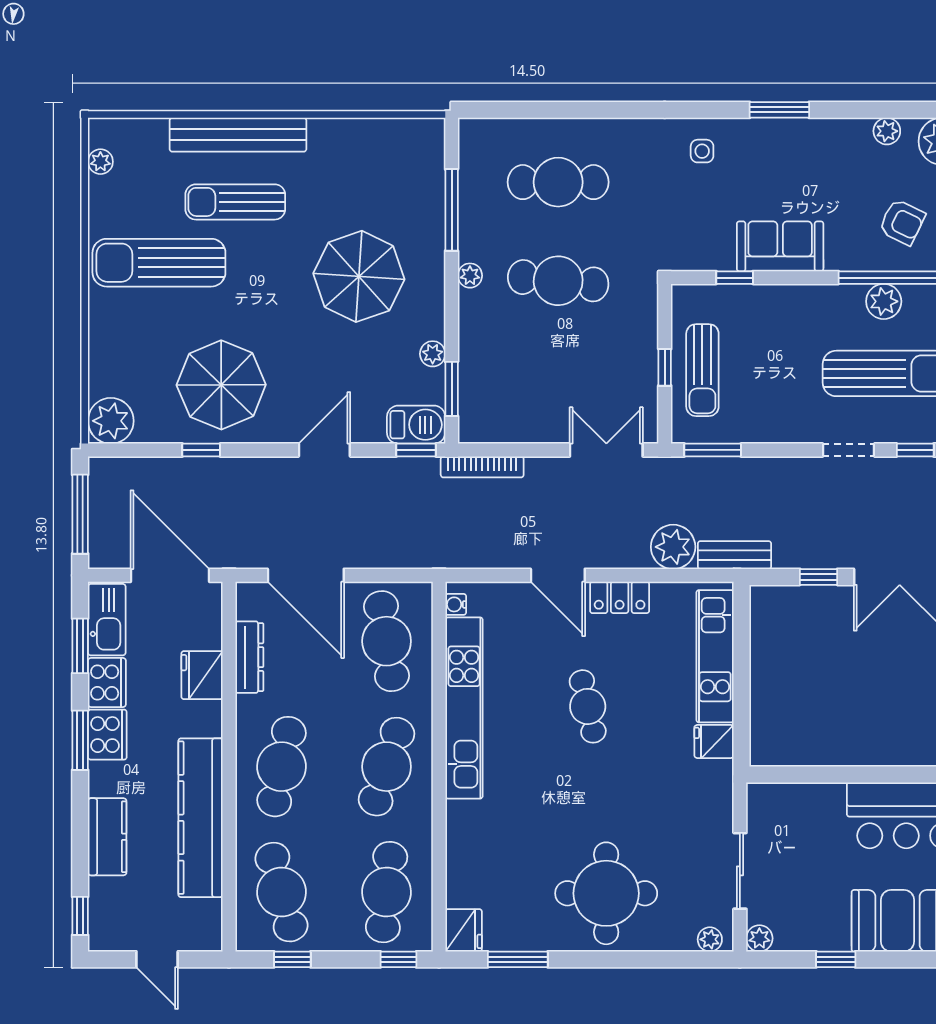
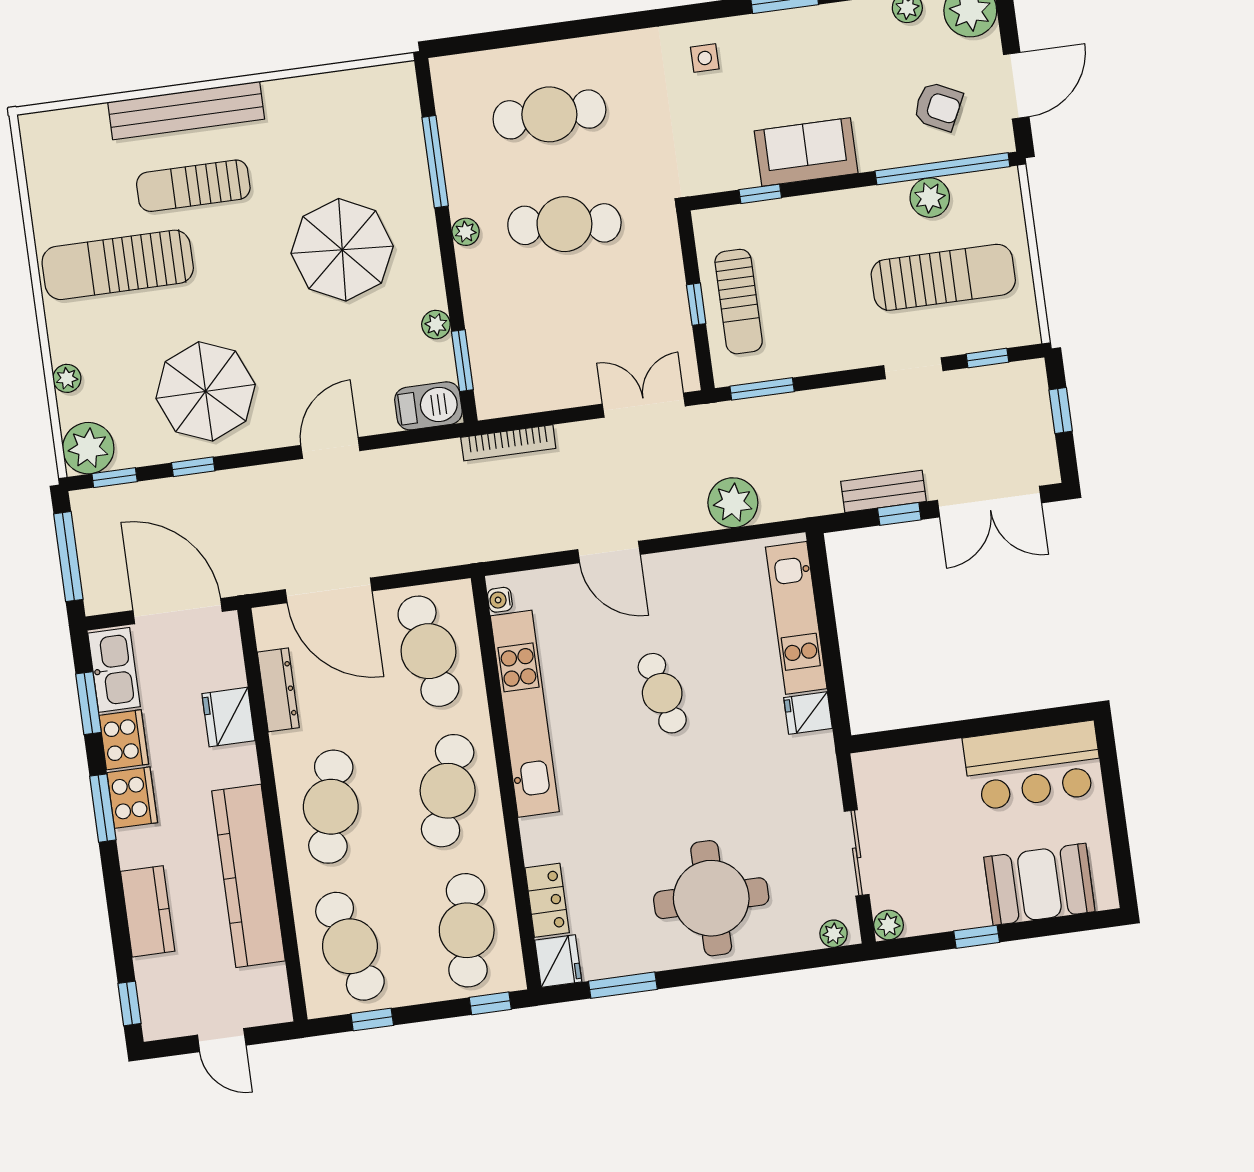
plant: (100, 162) -> (67, 378), moved
window: (416, 450) -> (115, 478), moved
bench: (735, 555) -> (883, 491), moved
locker: (620, 597) -> (547, 900), moved, turned -90

